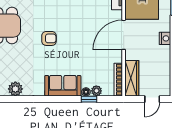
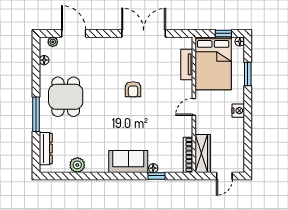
door: (124, 35) -> (194, 107), width x0.53
armchair: (49, 38) -> (133, 89), moved, turned 90
plant: (96, 91) -> (165, 167), removed

